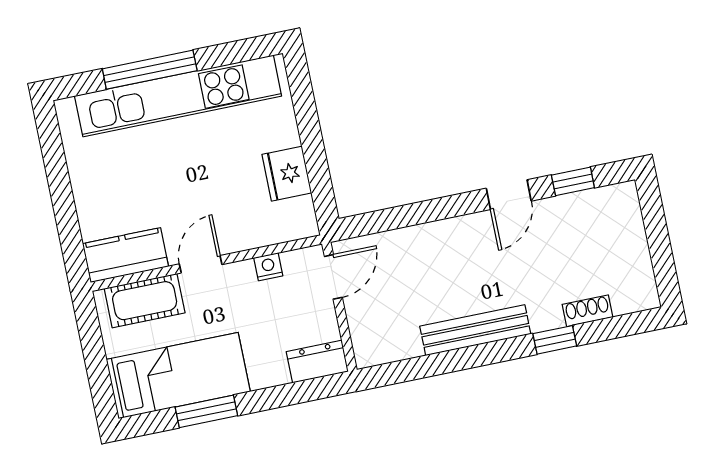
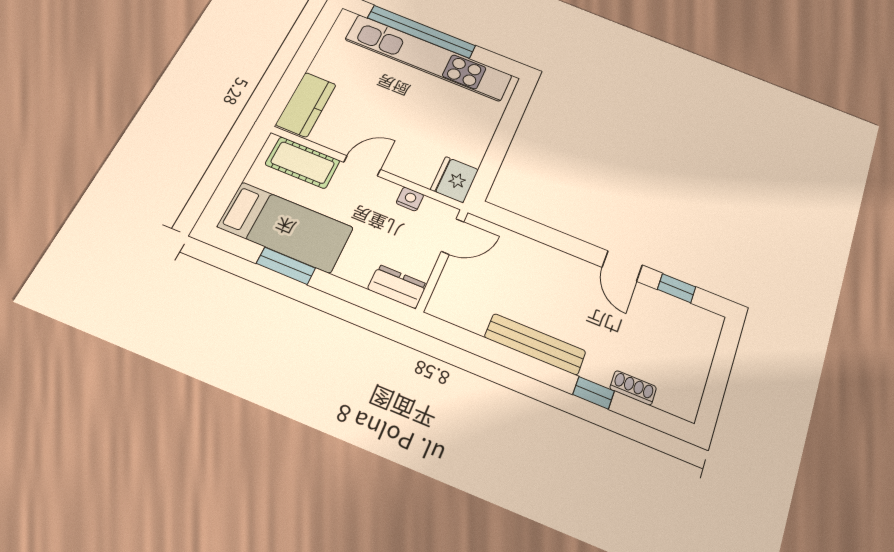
window: (150, 70) -> (421, 32), width x1.46
fridge: (287, 174) -> (455, 180), moved
door: (509, 195) -> (622, 266), hinge flipped
kitchen counter: (125, 255) -> (306, 105), moved, turned 90

